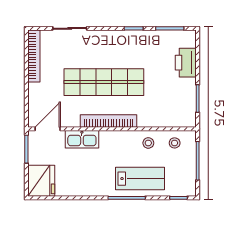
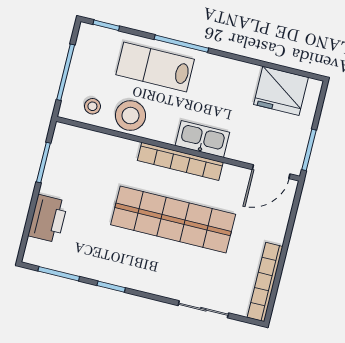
kitchen sink: (82, 139) -> (202, 139), moved
stool: (148, 143) -> (130, 116), width x1.89, depth x1.89
fridge: (41, 181) -> (281, 91), moved, turned -90

